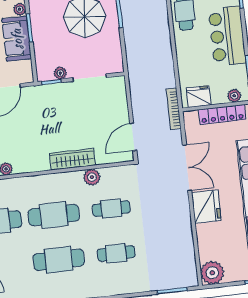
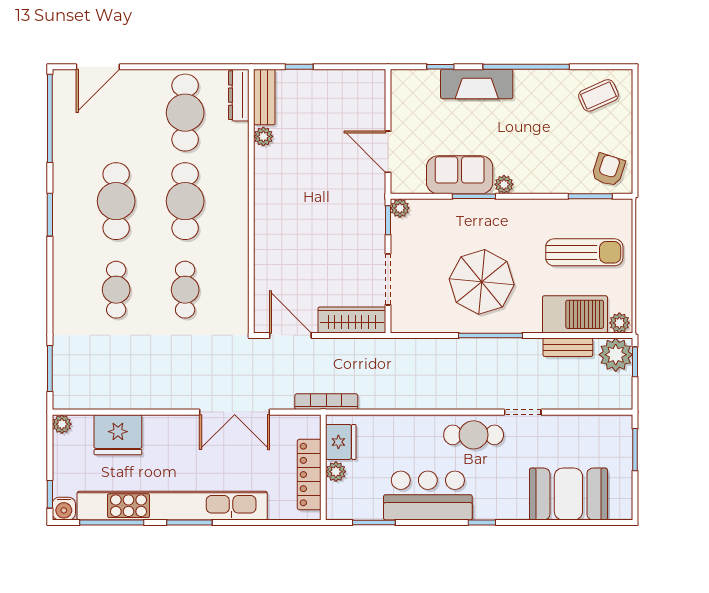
plant: (60, 73) -> (400, 208), moved
plant: (234, 96) -> (336, 472), moved
wardrobe: (72, 159) -> (352, 320), moved, turned -90
plant: (92, 177) -> (236, 266), removed
fridge: (206, 207) -> (118, 435), moved
plant: (212, 273) -> (62, 424), width x0.53, depth x0.53

